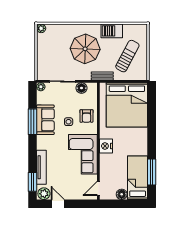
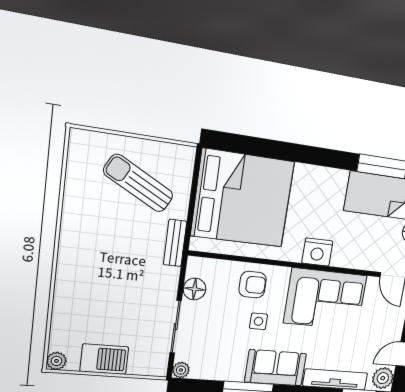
barbecue: (112, 31) -> (104, 359), moved, turned -90
parasol: (85, 49) -> (112, 273), removed
sofa: (45, 120) -> (276, 368), moved

